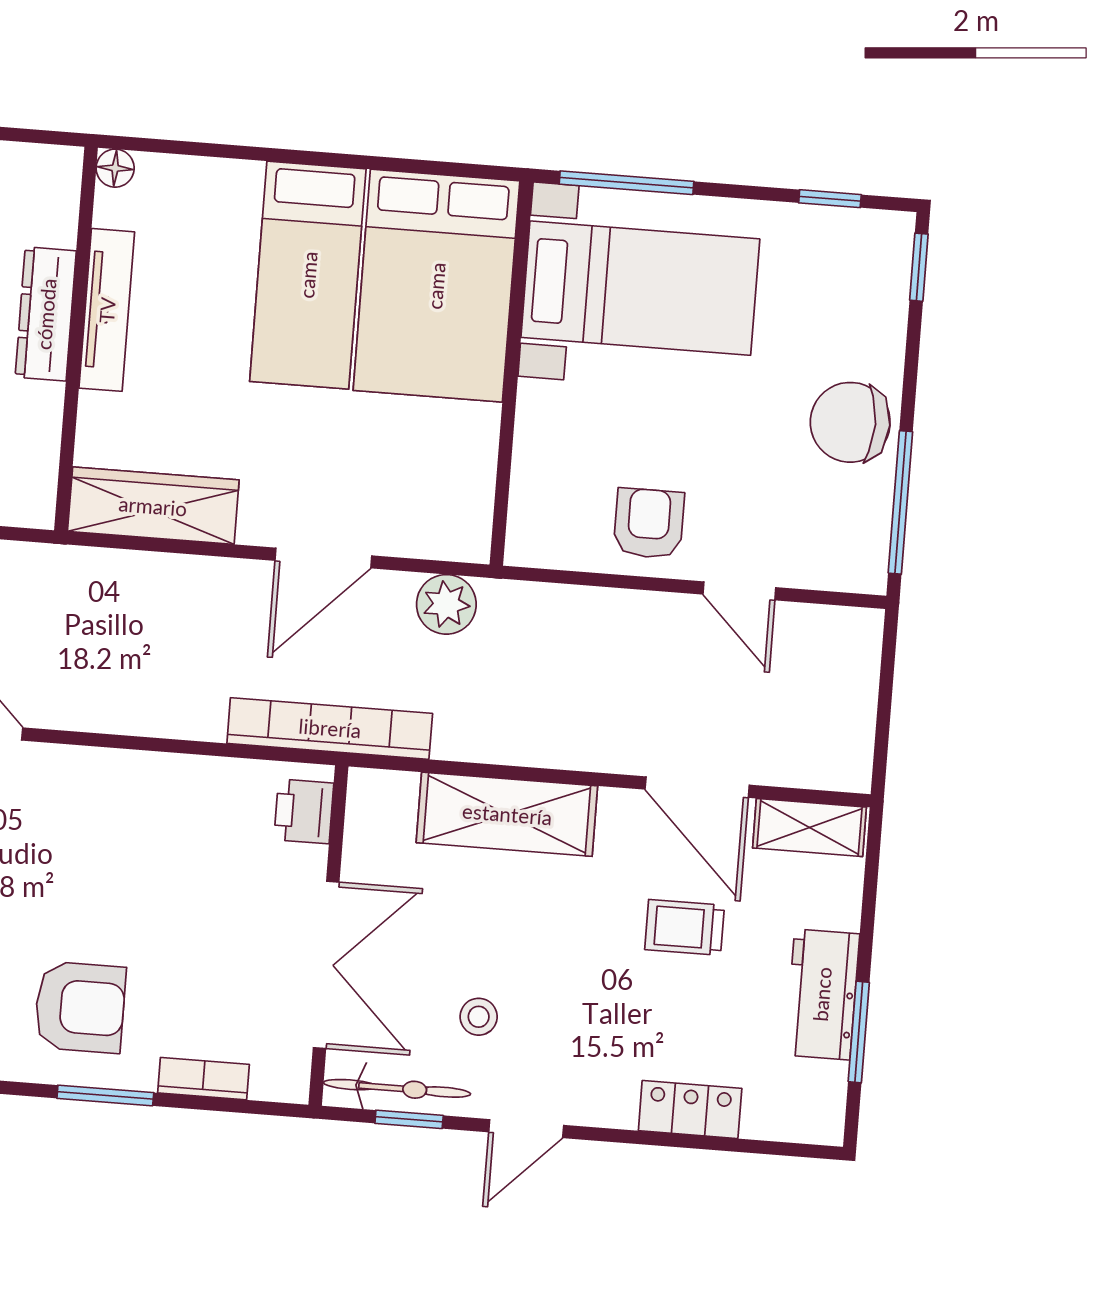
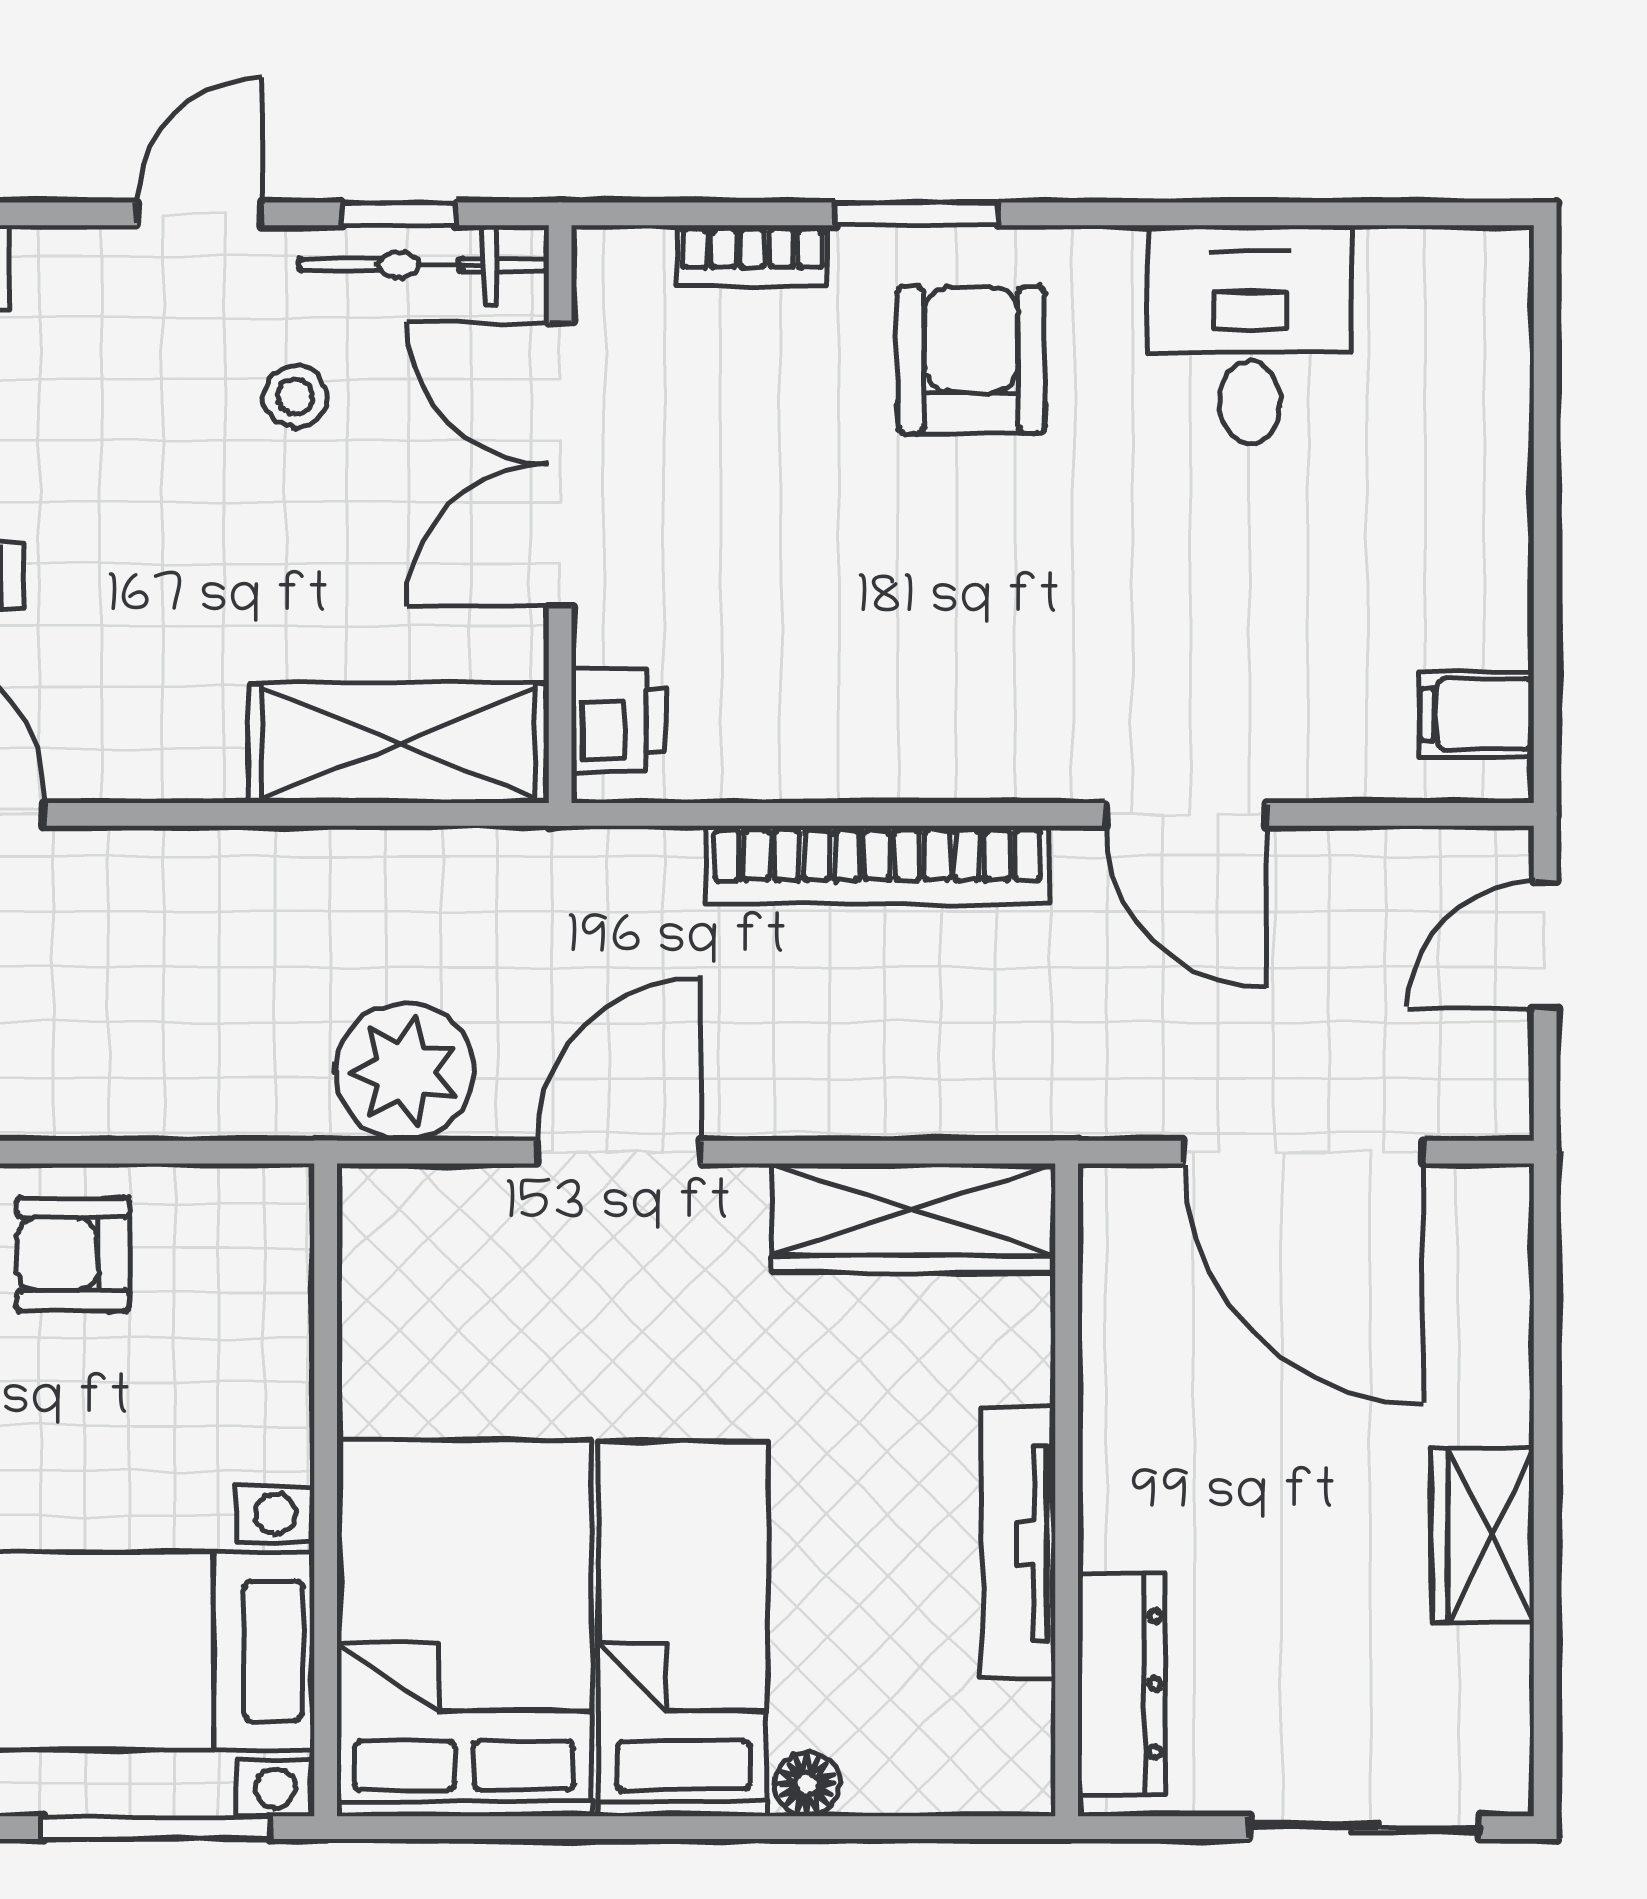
floor lamp: (115, 168) -> (807, 1784), moved
dresser: (46, 314) -> (1121, 1684), moved
armchair: (649, 523) -> (73, 1254), turned 90
plant: (446, 604) -> (405, 1072), width x1.36, depth x1.36
bookcase: (330, 728) -> (877, 865), moved
shelving: (507, 814) -> (399, 743), moved
armchair: (80, 1007) -> (971, 360), turned 90

